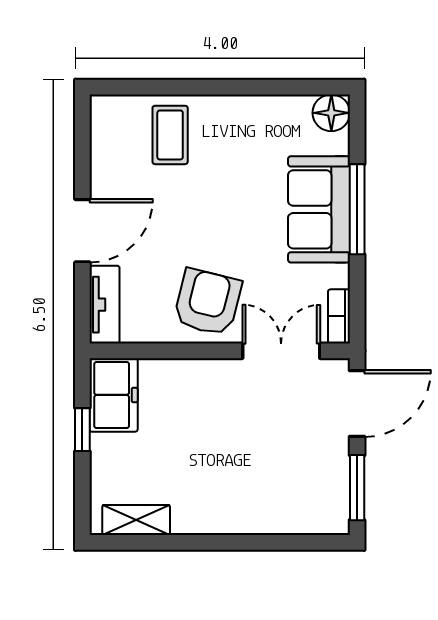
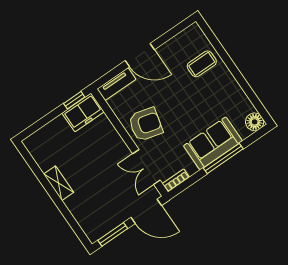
double door: (281, 351) -> (146, 167), swing flipped
window: (82, 430) -> (74, 100), moved
shelving: (136, 520) -> (59, 183), moved

